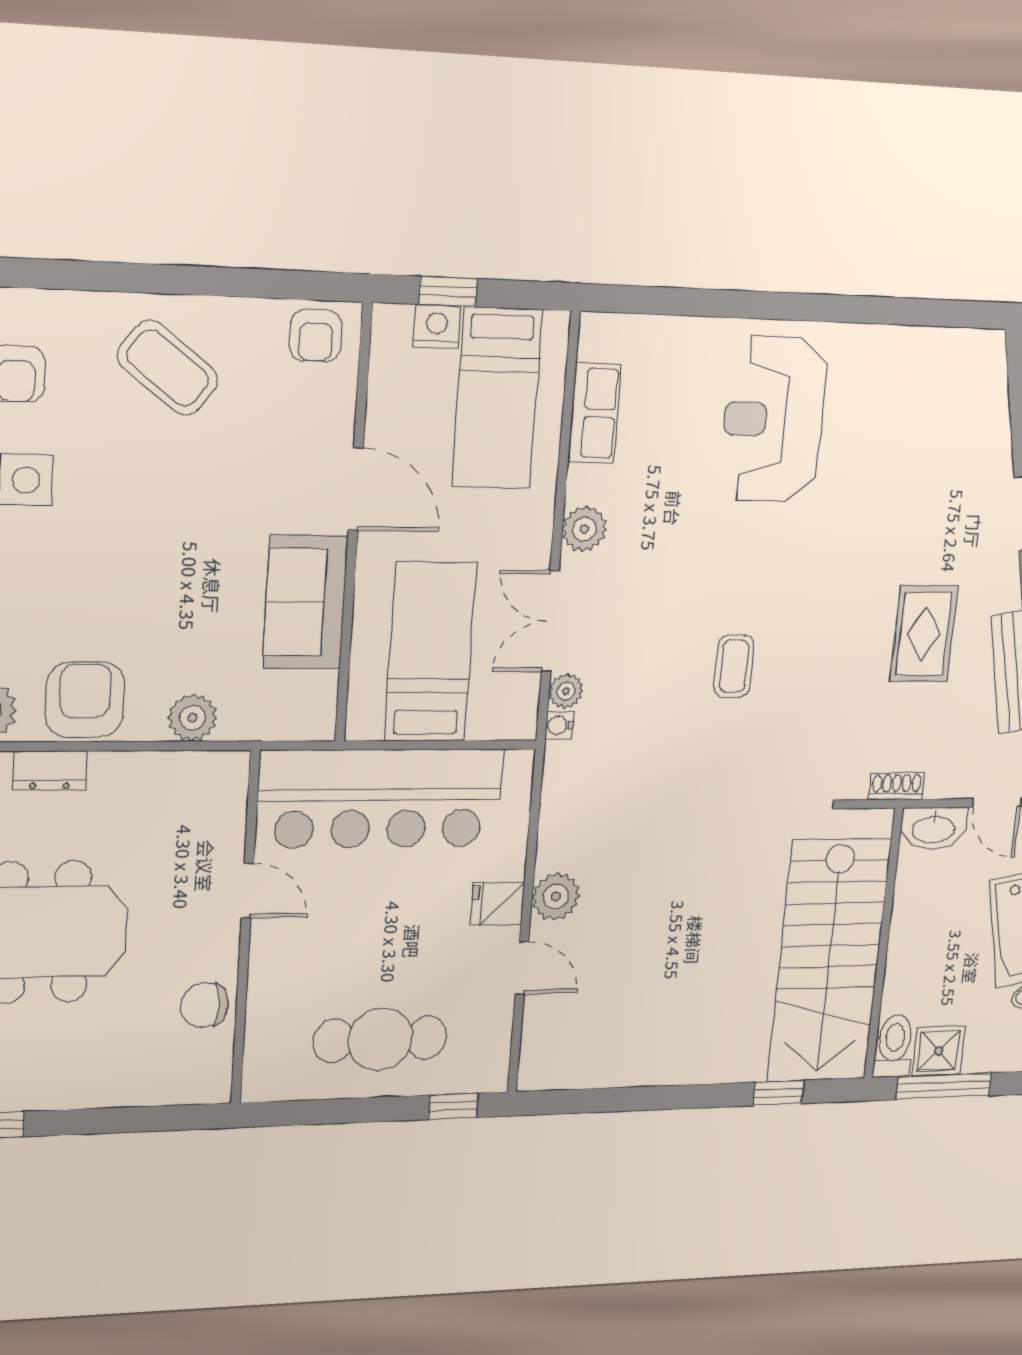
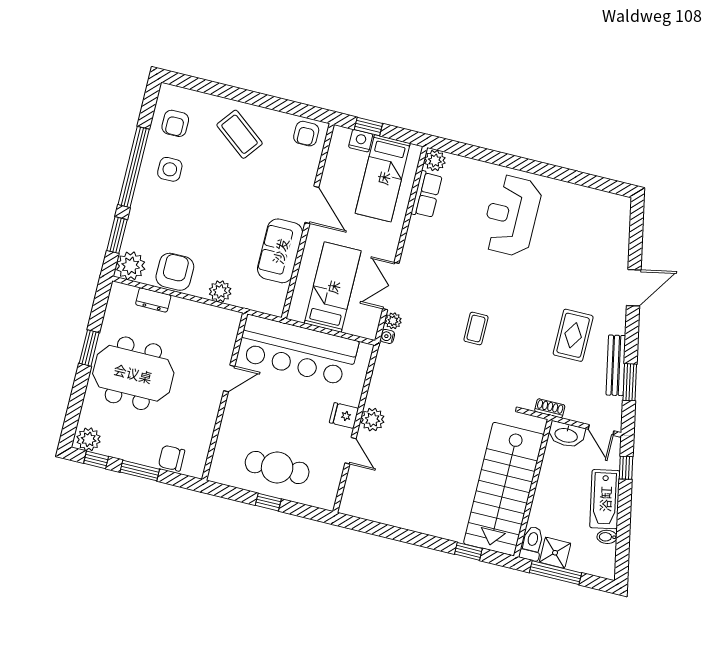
plant: (584, 529) -> (435, 161), moved
door: (247, 891) -> (229, 378), hinge flipped
chair: (205, 1005) -> (172, 458), moved
window: (453, 1106) -> (268, 502), moved
window: (96, 1121) -> (140, 471), added

